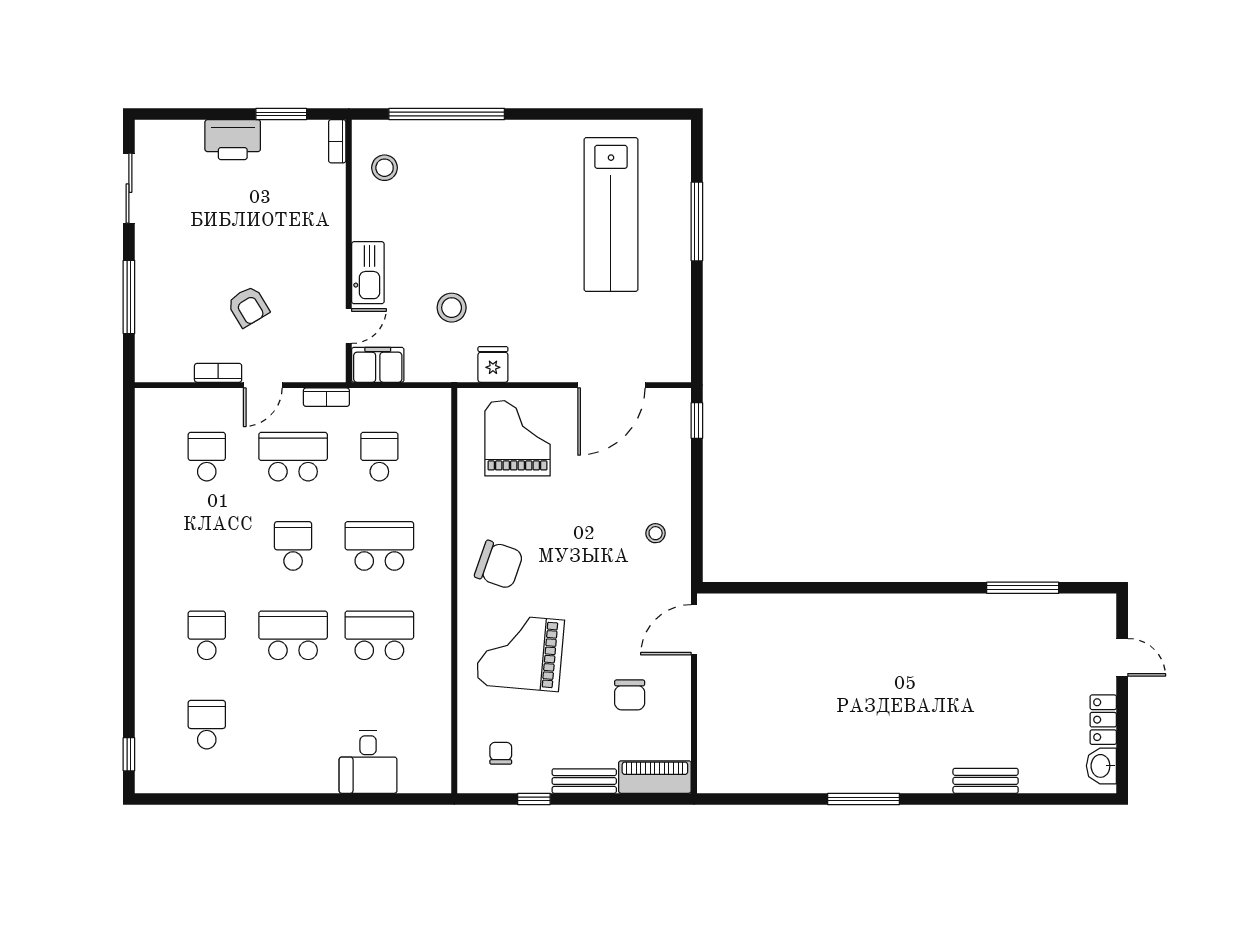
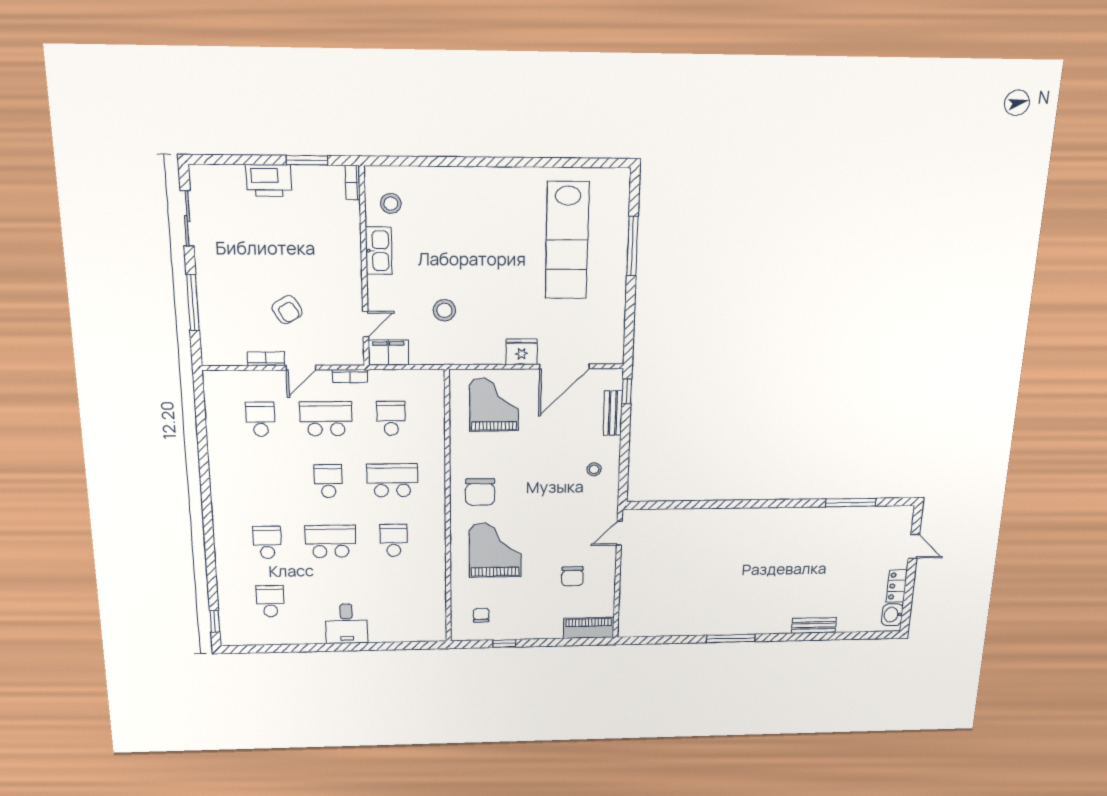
window: (447, 114) -> (439, 161), removed
kitchen sink: (368, 273) -> (379, 251), moved
fridge: (493, 364) -> (522, 352), moved, width x1.38
chair: (499, 565) -> (480, 492), turned 71
door: (694, 630) -> (619, 533), width x0.73
school desk: (379, 635) -> (394, 540), width x0.54
grand piano: (520, 652) -> (495, 550), turned 85
desk: (368, 762) -> (347, 624), moved
bench: (584, 781) -> (613, 413), moved, turned 90

